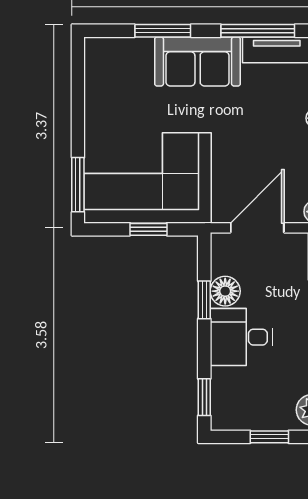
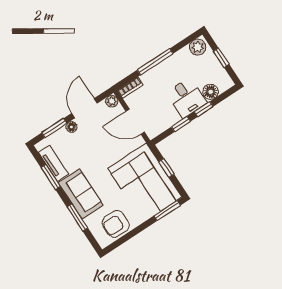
window: (258, 31) -> (51, 177), width x0.69
armchair: (111, 86) -> (116, 224), added
floor lamp: (225, 291) -> (211, 92), moved
window: (204, 397) -> (204, 109), moved

